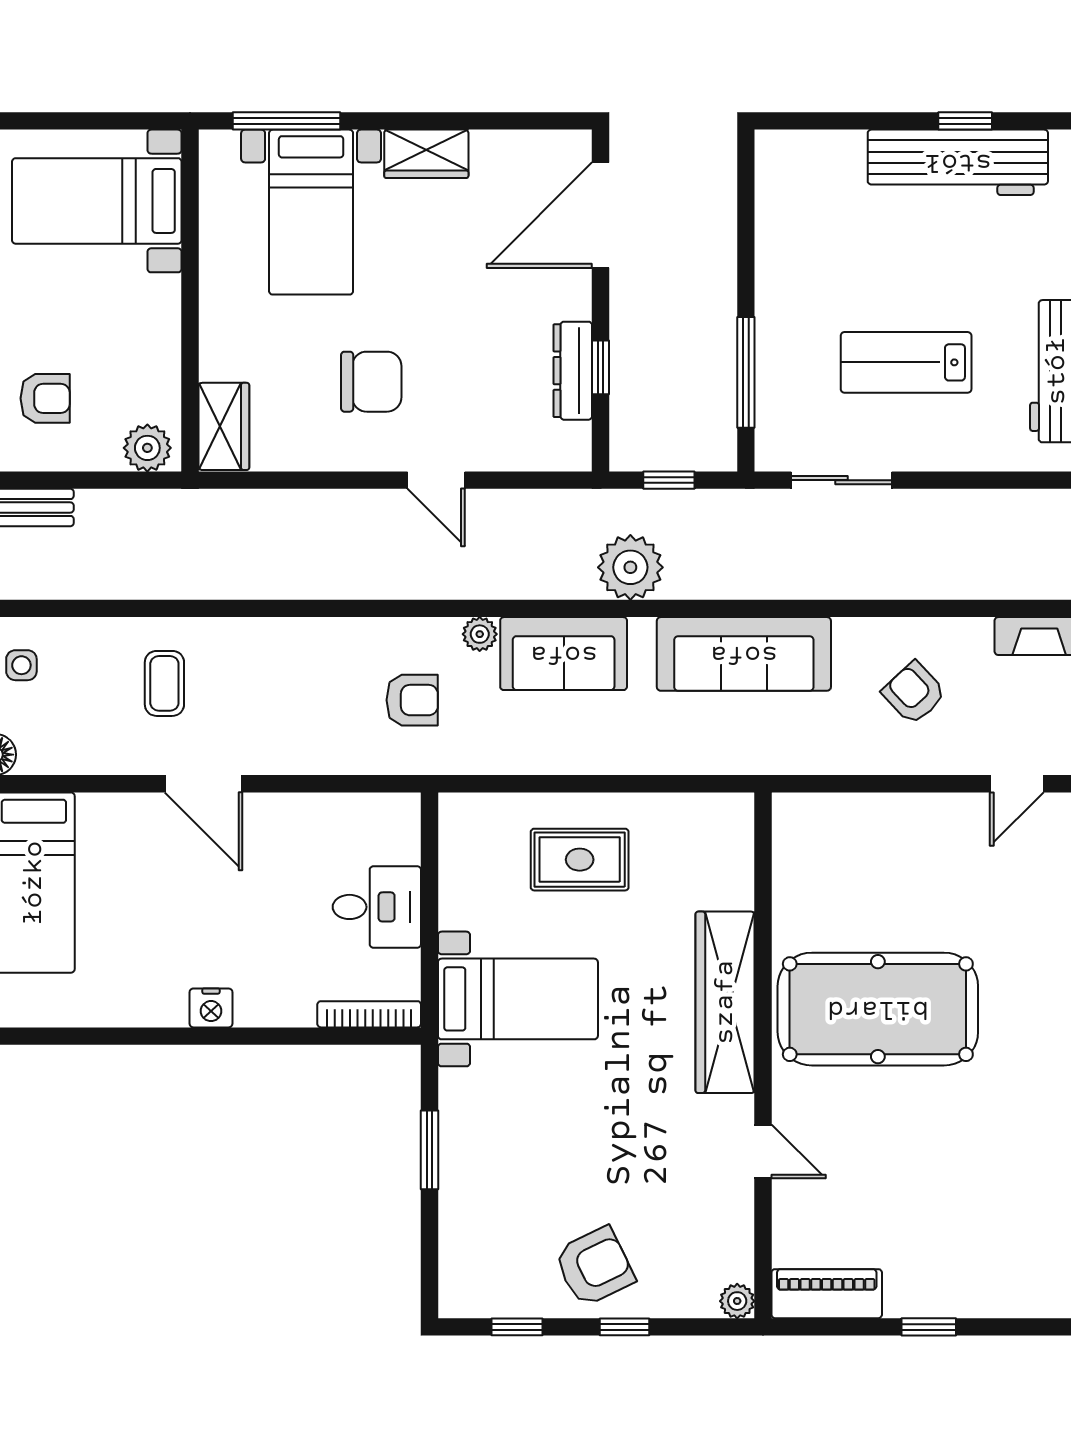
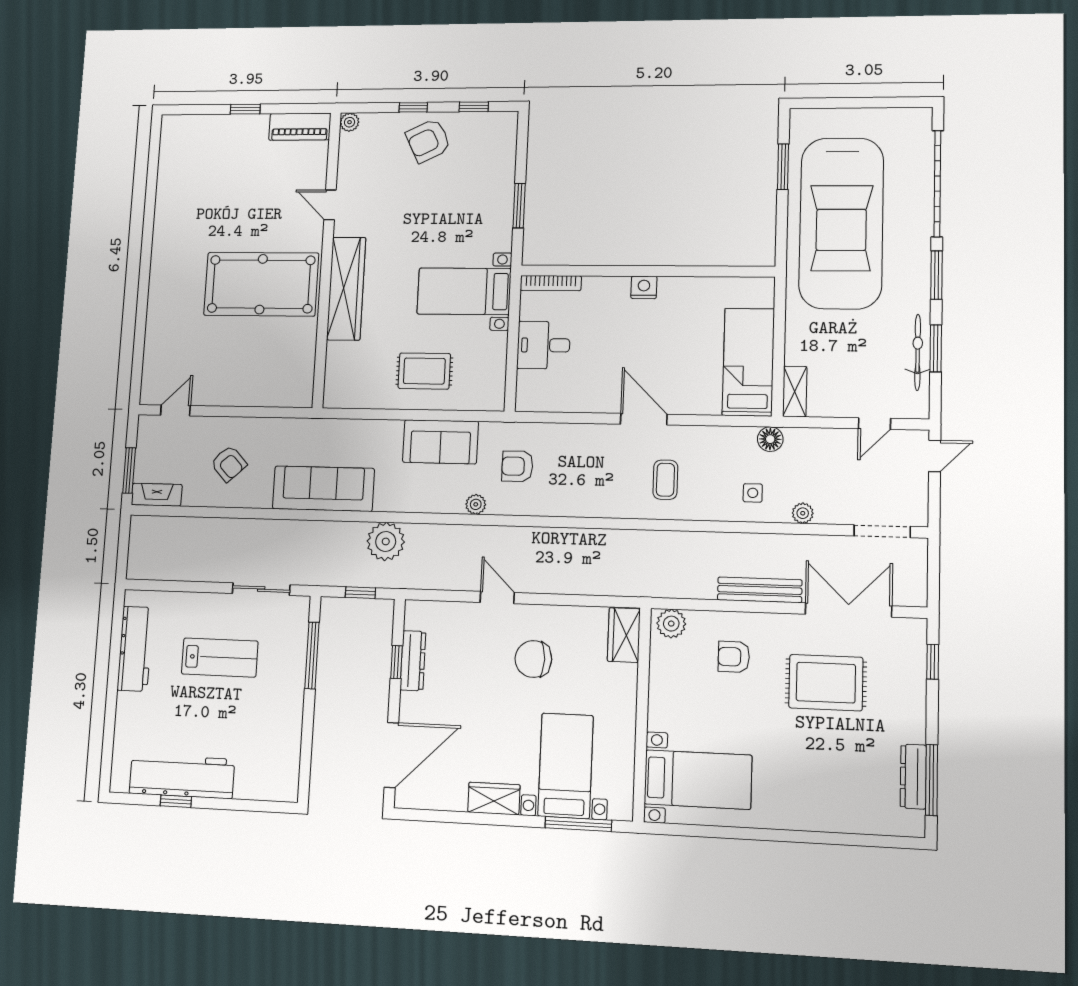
sofa: (564, 654) -> (440, 442), moved, turned 180

